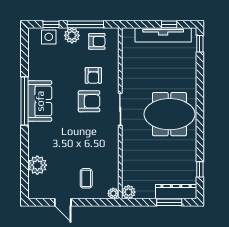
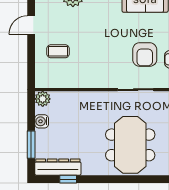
dresser: (176, 192) -> (58, 167), moved, turned -90
plant: (113, 193) -> (41, 82), removed
water cooler: (149, 193) -> (42, 121), added

